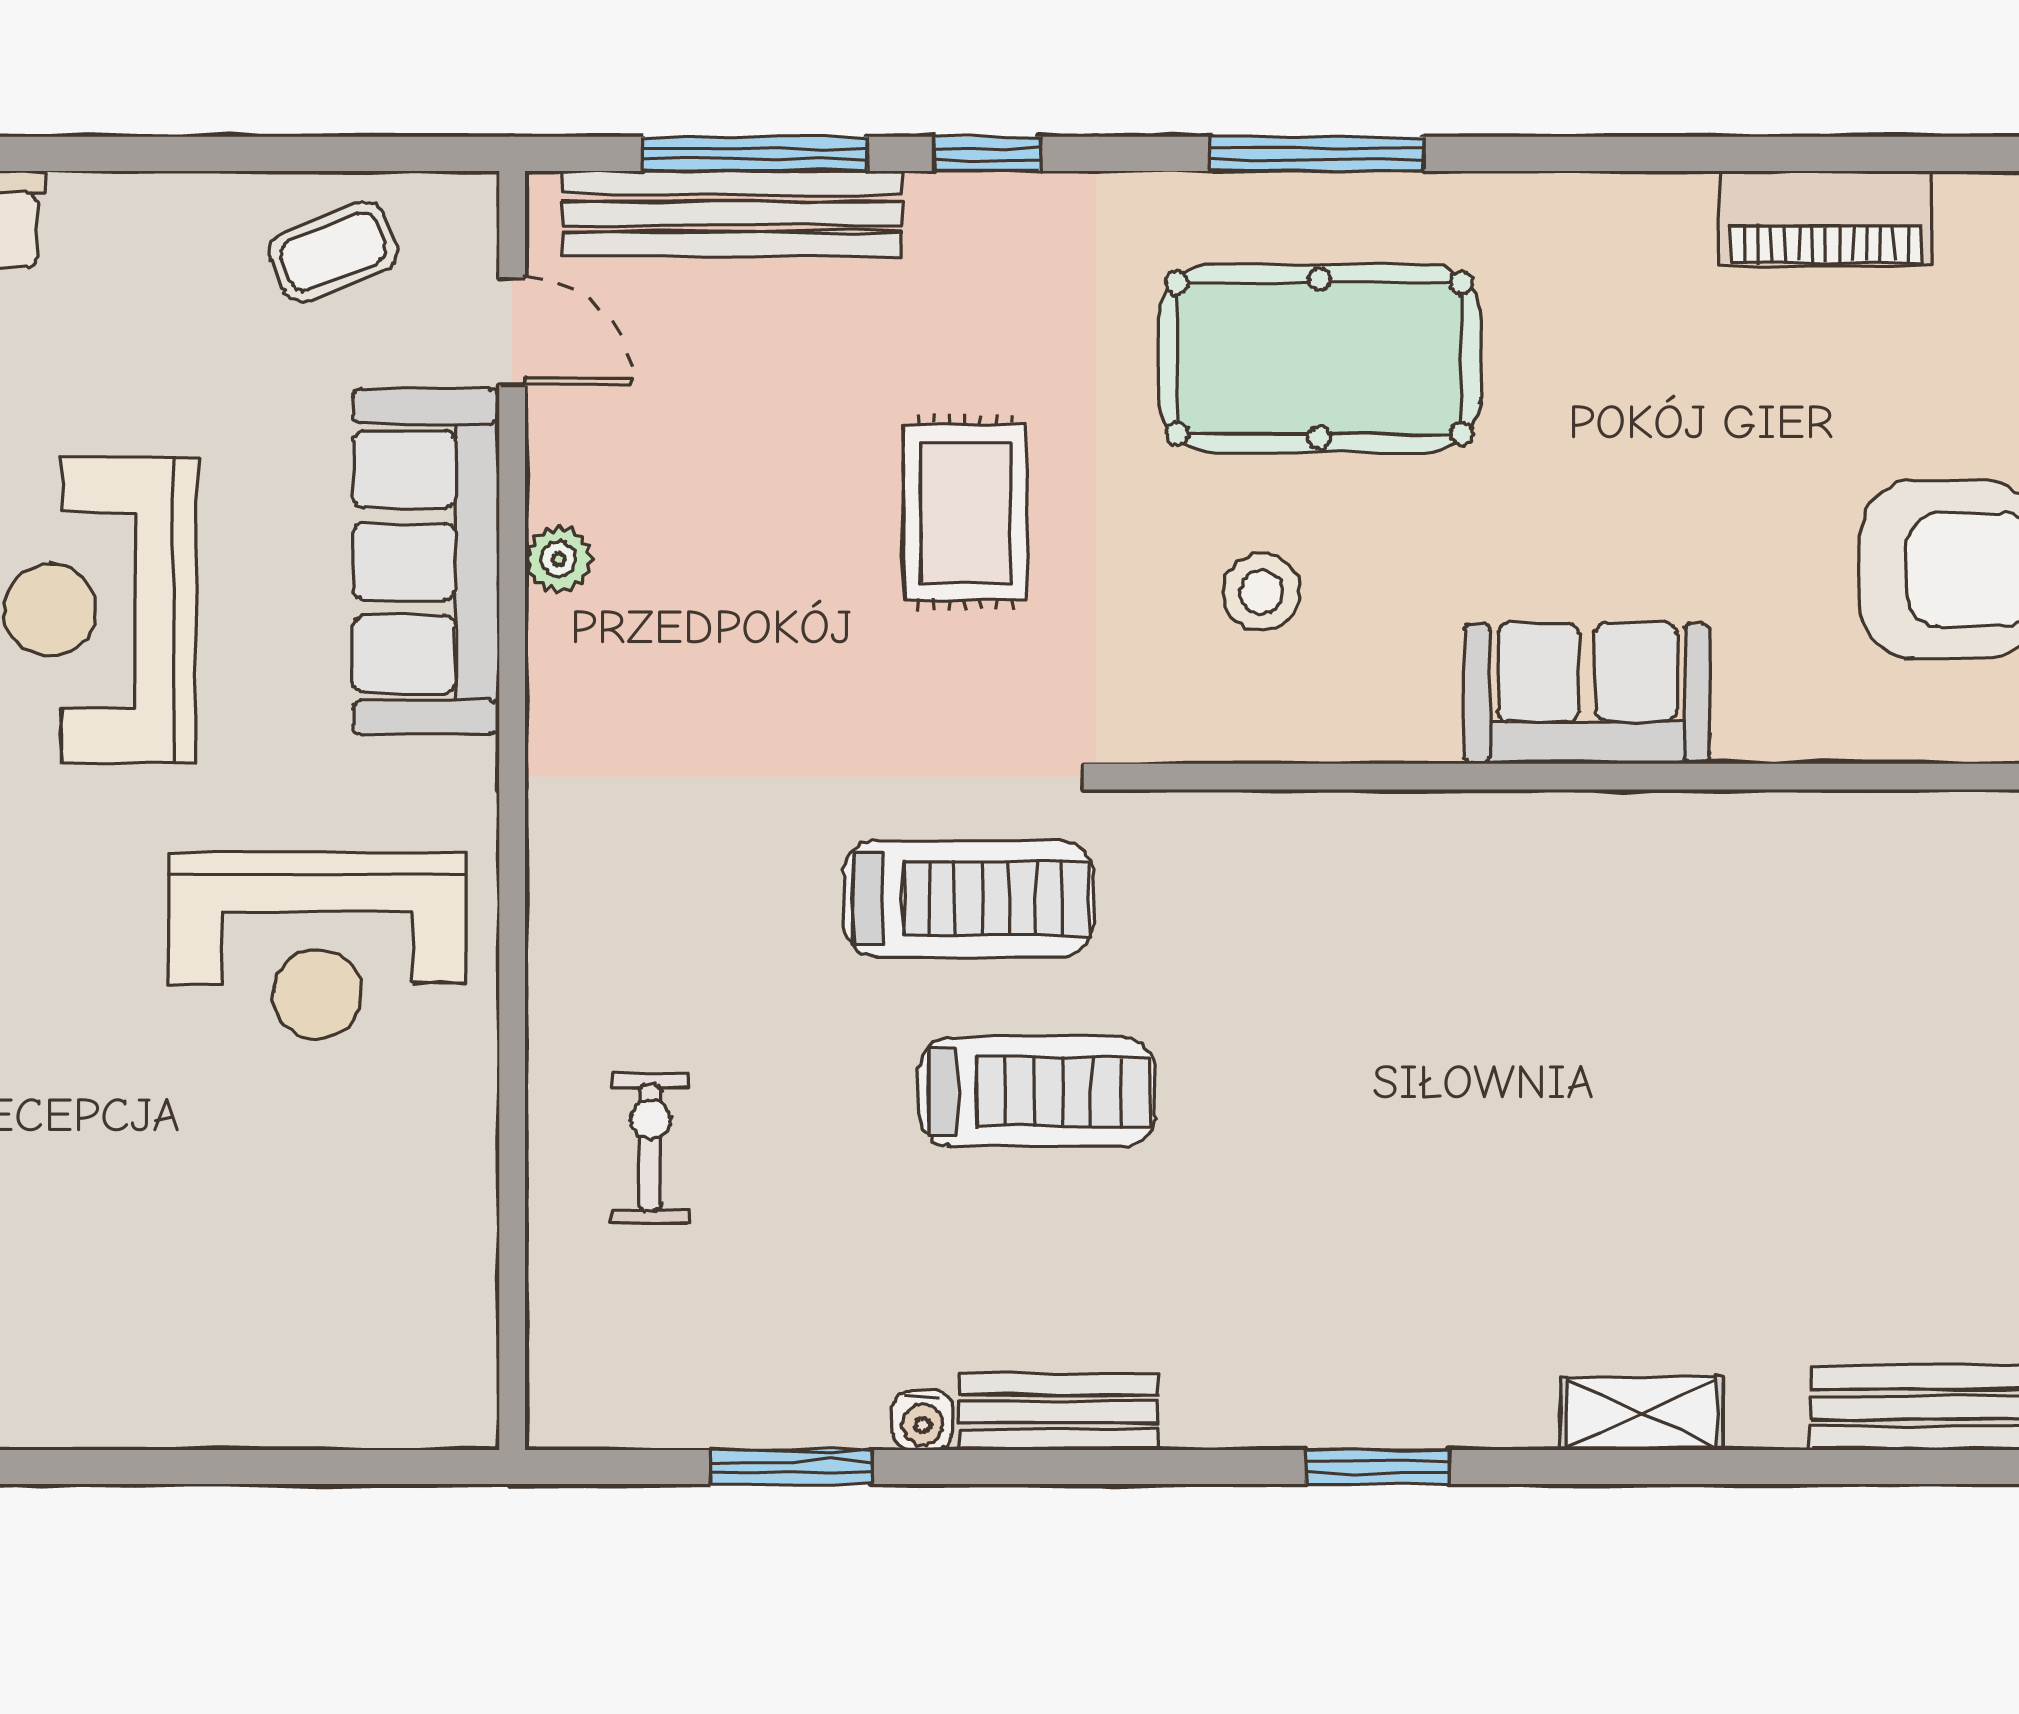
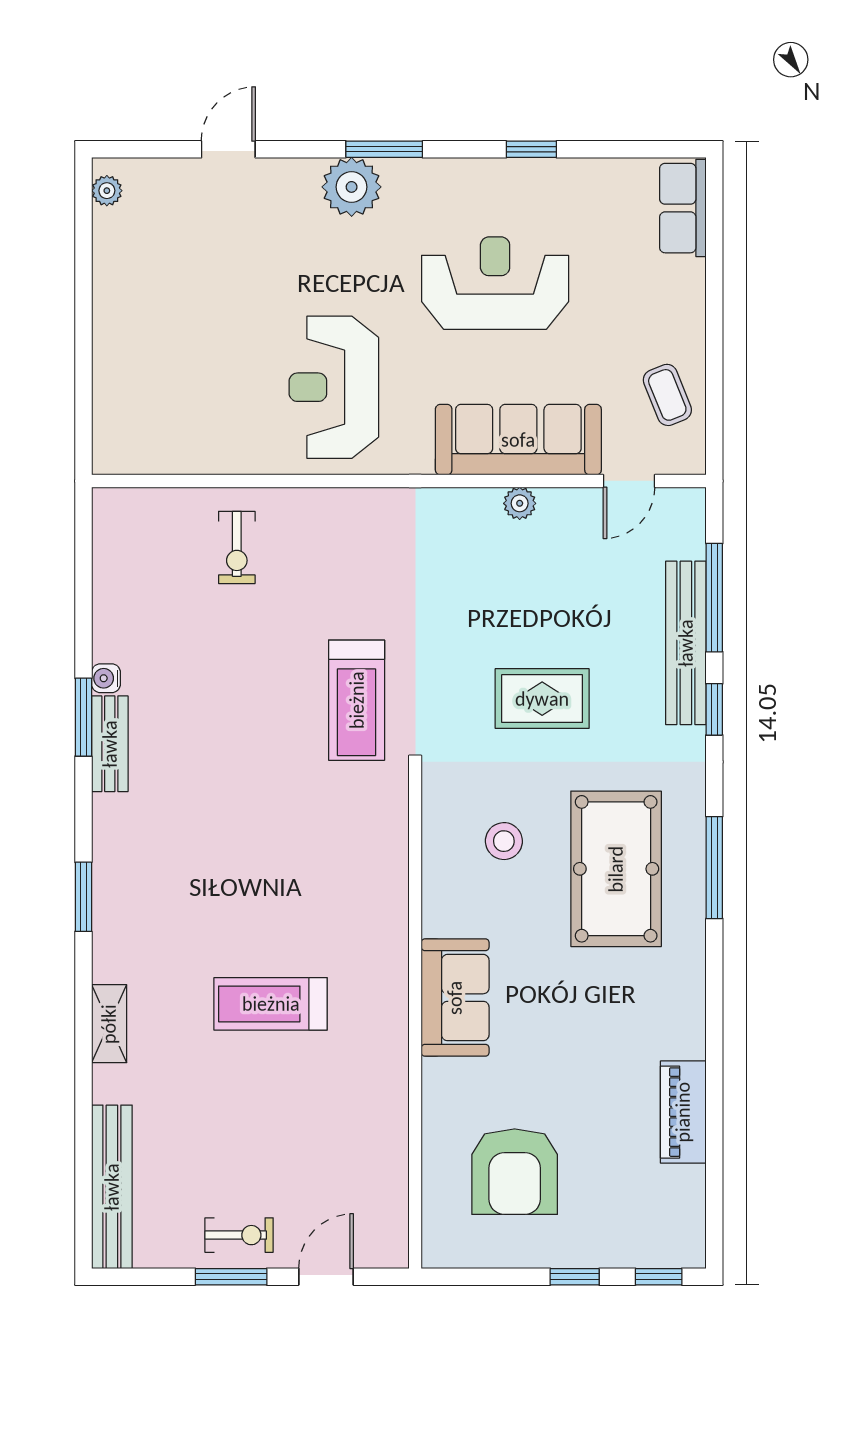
bench: (732, 213) -> (686, 643), moved
treadmill: (1037, 1092) -> (271, 1004), moved, turned 90
exercise bike: (651, 1148) -> (237, 547), turned 90
window: (791, 1467) -> (83, 717), moved

